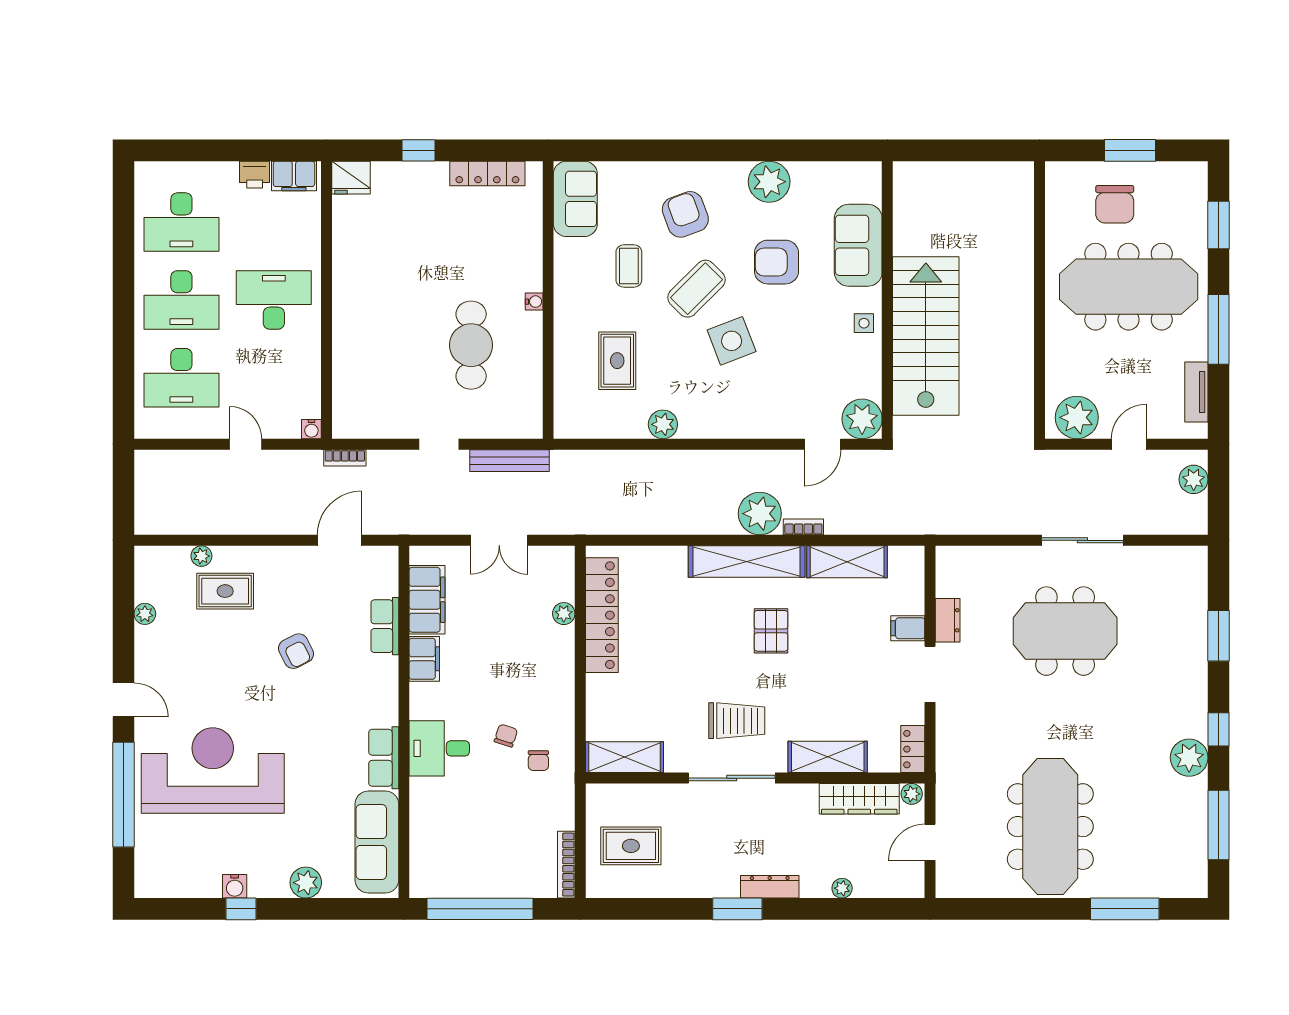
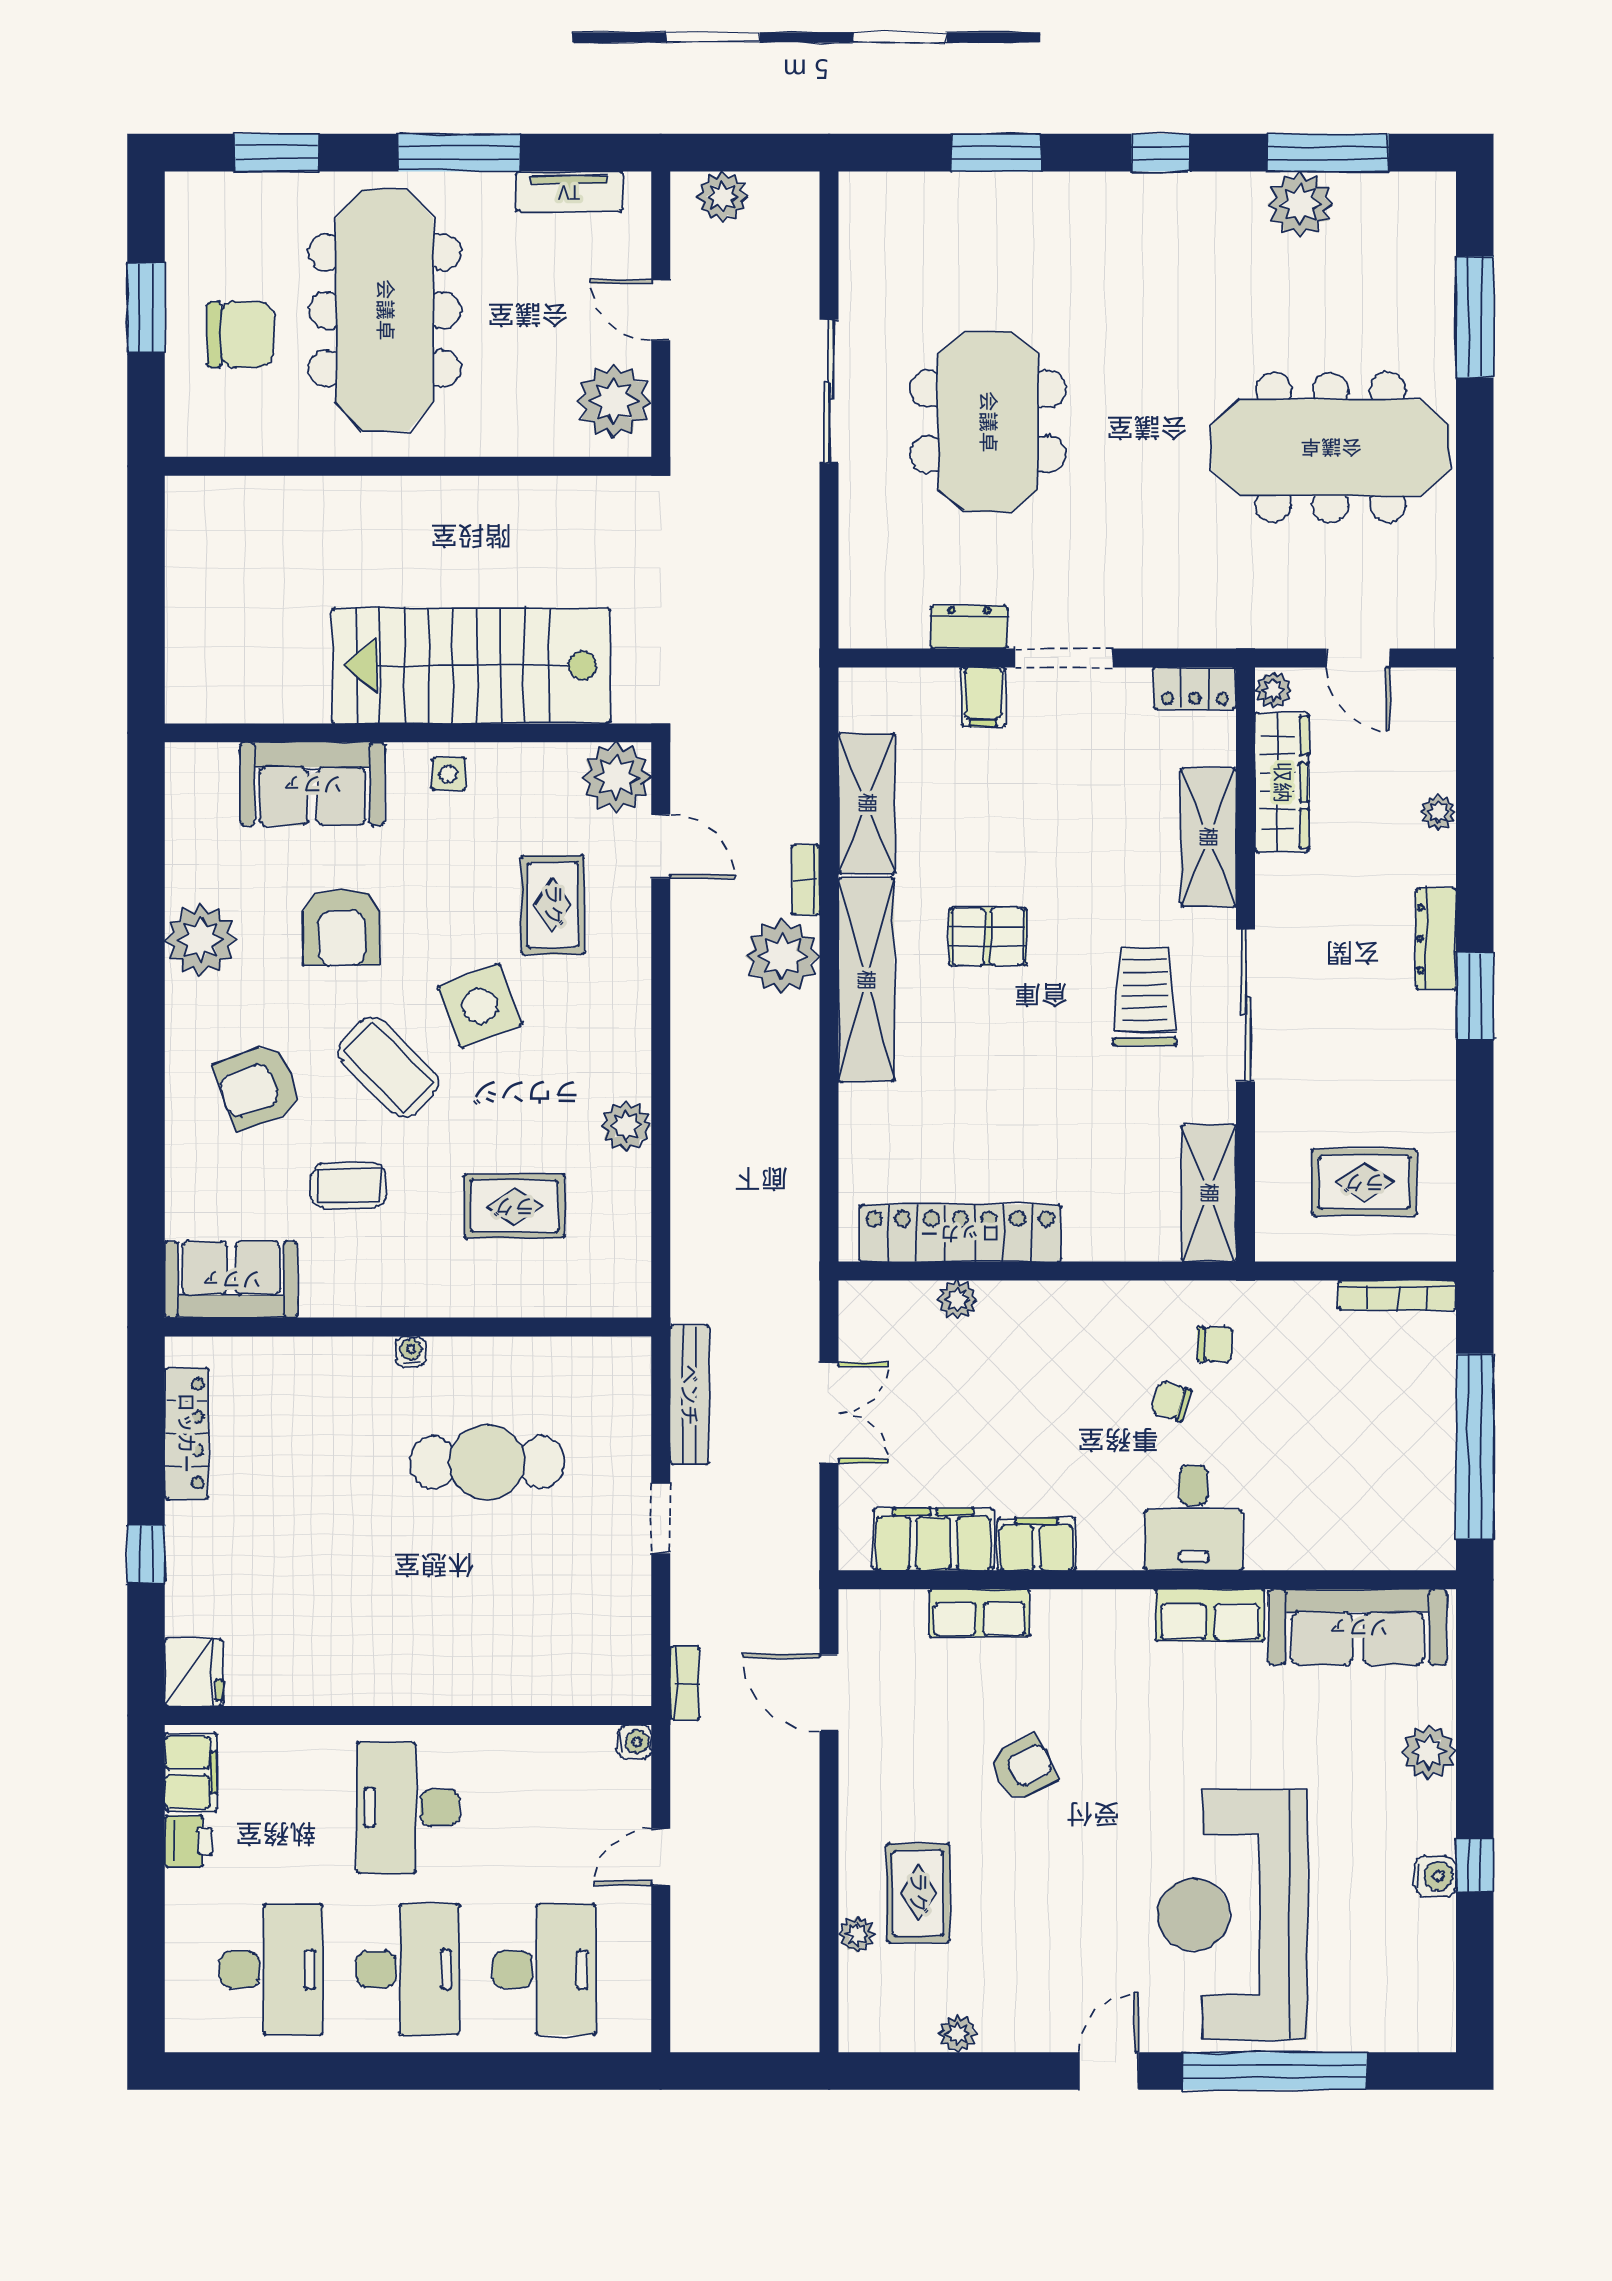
rug: (789, 383) -> (553, 905), added
plant: (1189, 758) -> (1300, 204), moved
rug: (631, 846) -> (1364, 1182), turned 90

